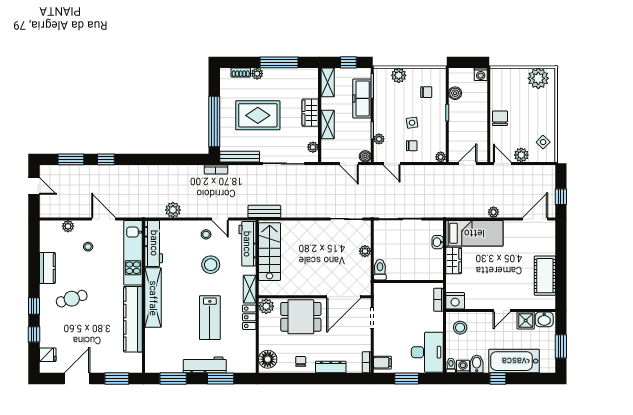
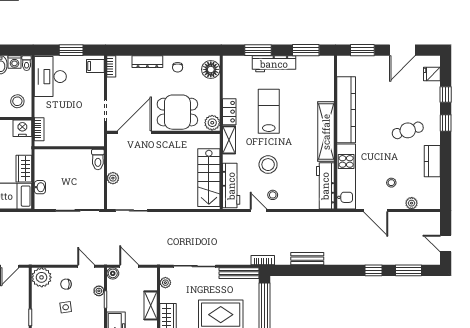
plant: (441, 157) -> (42, 277), width x1.88, depth x1.88
plant: (173, 210) -> (306, 220), removed
bench: (264, 211) -> (307, 259), moved

